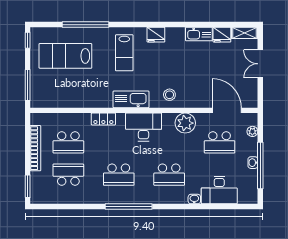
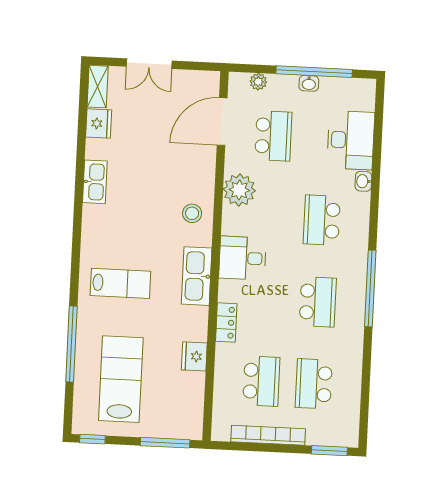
kitchen sink: (199, 34) -> (95, 182), moved
fridge: (156, 35) -> (194, 356), moved, turned 180
lab bench: (65, 56) -> (121, 379), turned 180
desk: (143, 127) -> (243, 258), width x0.73
school desk: (169, 175) -> (322, 220), turned 180

